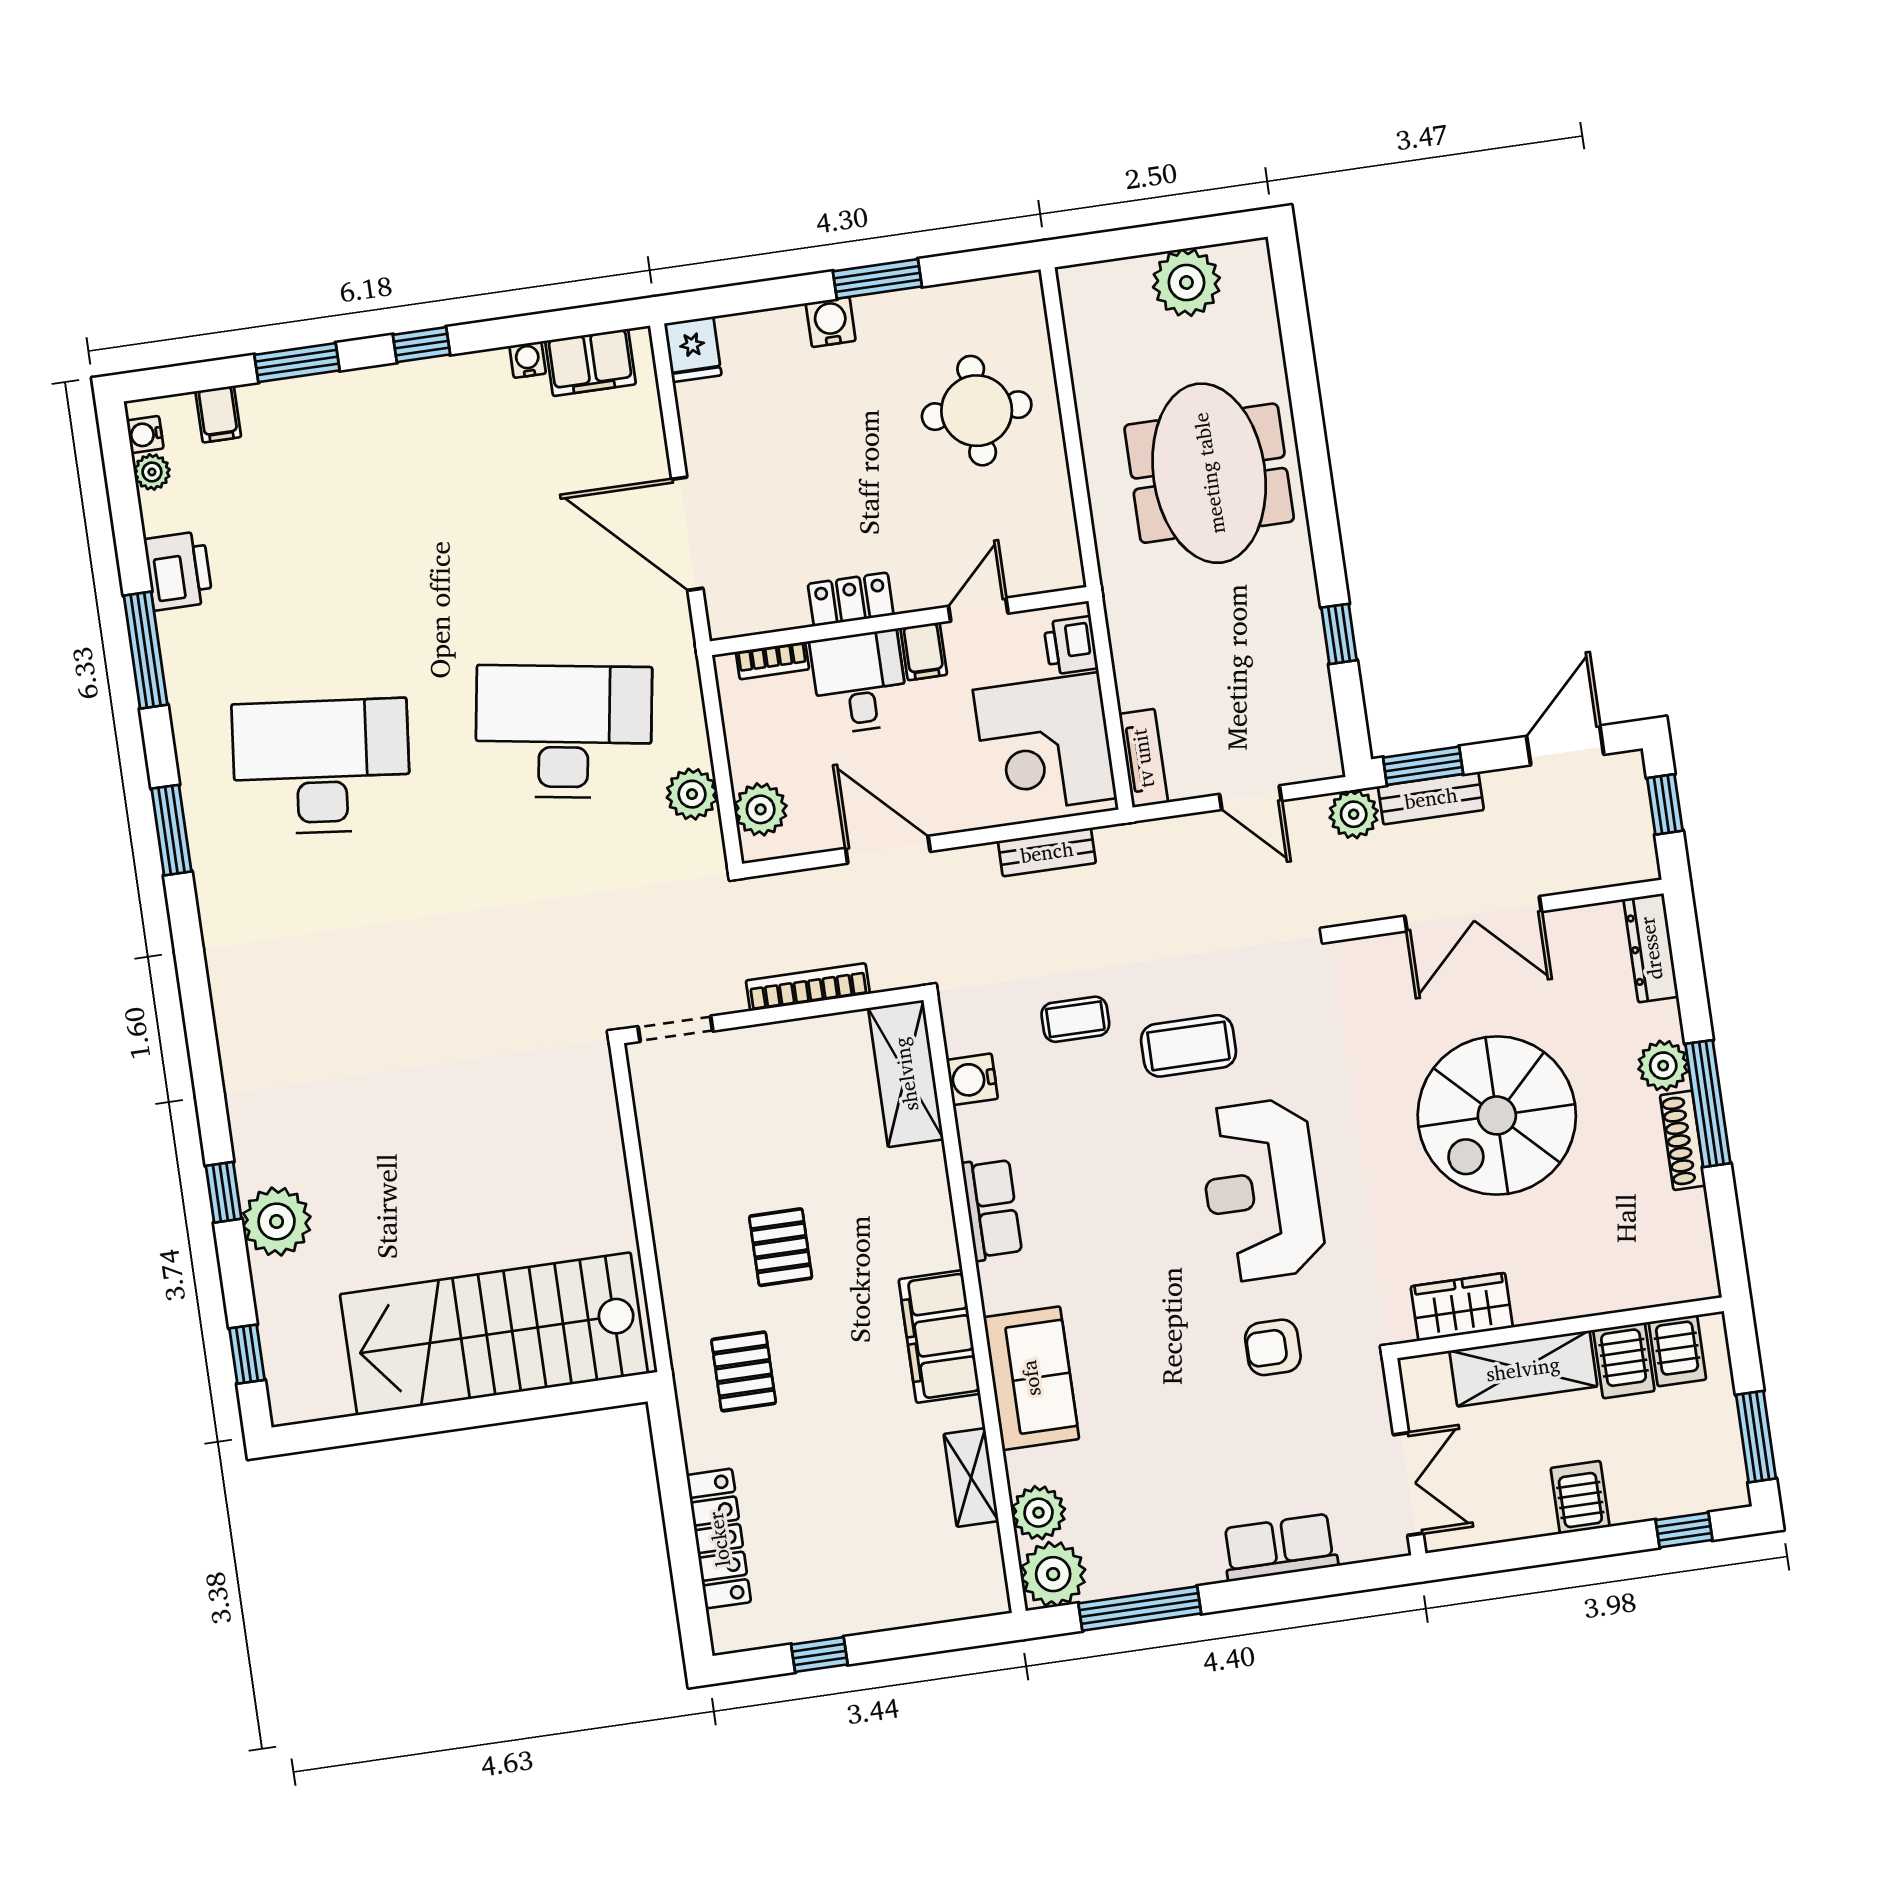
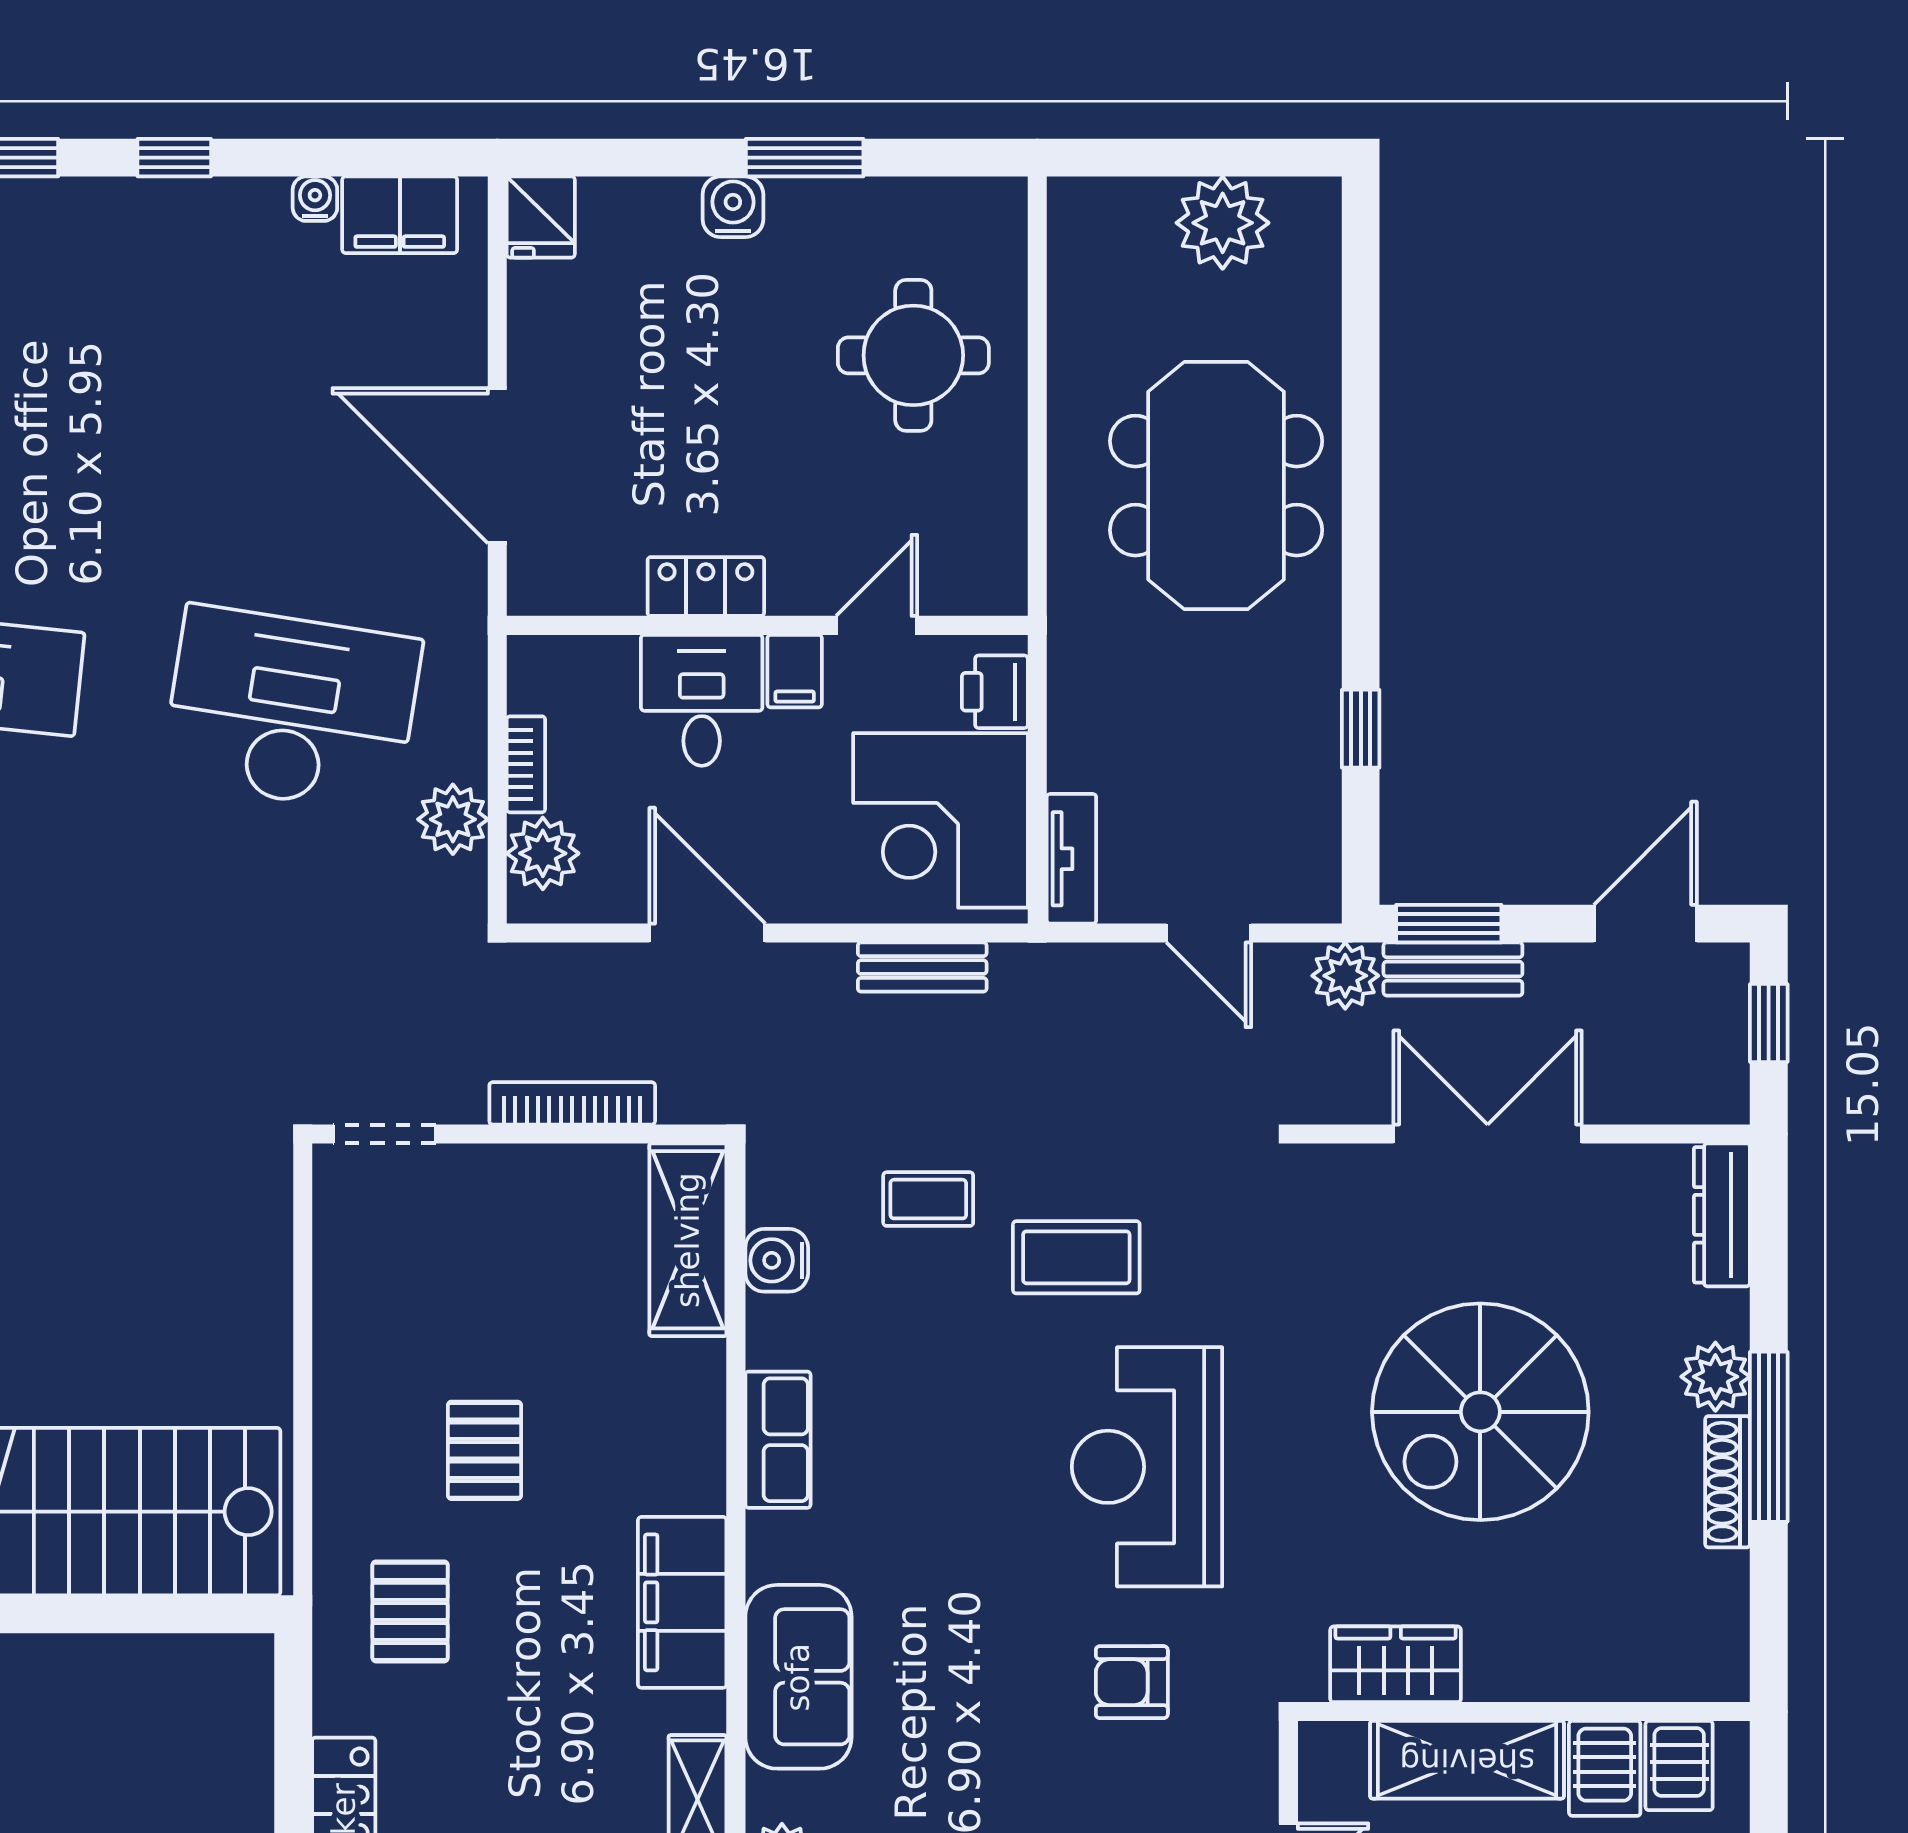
bookcase: (772, 661) -> (526, 764), moved, turned -90
double door: (1473, 914) -> (1488, 1134), swing flipped

